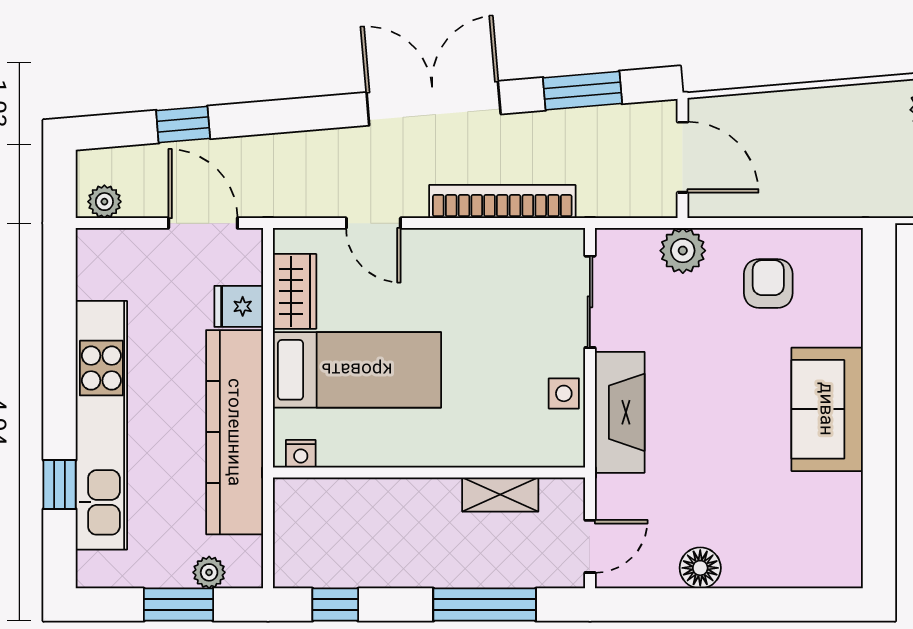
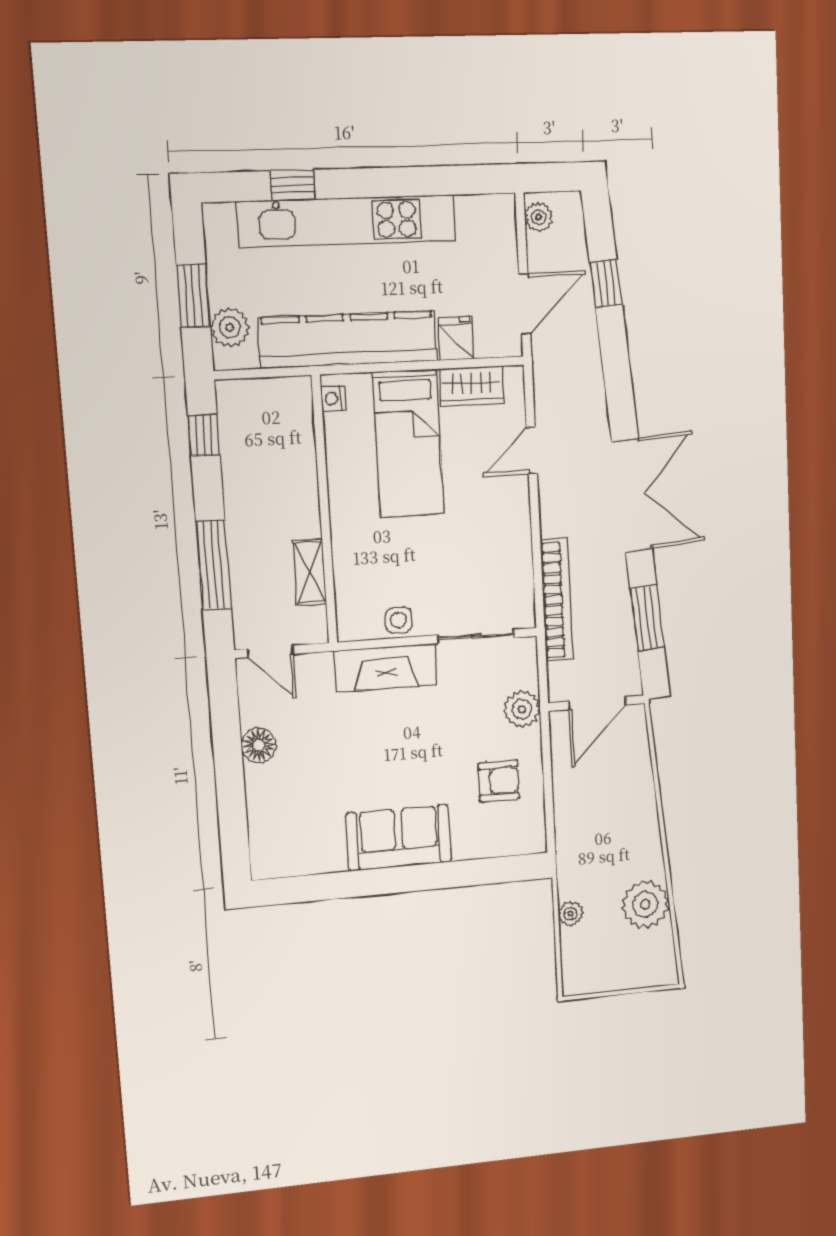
bookcase: (502, 202) -> (557, 600), moved
plant: (209, 572) -> (230, 327), width x1.38, depth x1.38

